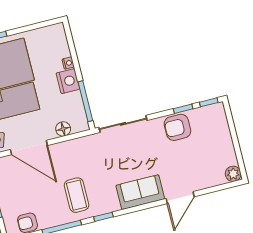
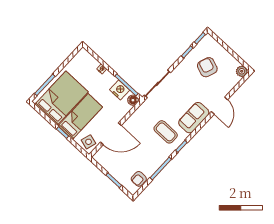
nightstand: (68, 81) -> (120, 90), moved
armchair: (177, 127) -> (207, 67), moved, turned 110
floor lamp: (63, 129) -> (133, 100), moved
coffee table: (77, 195) -> (166, 132), moved

